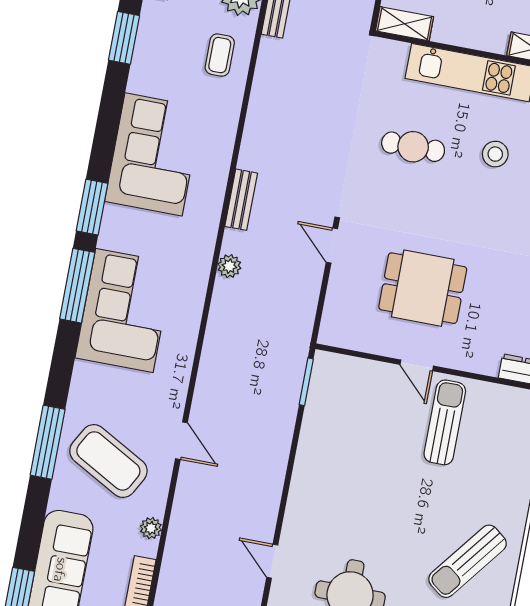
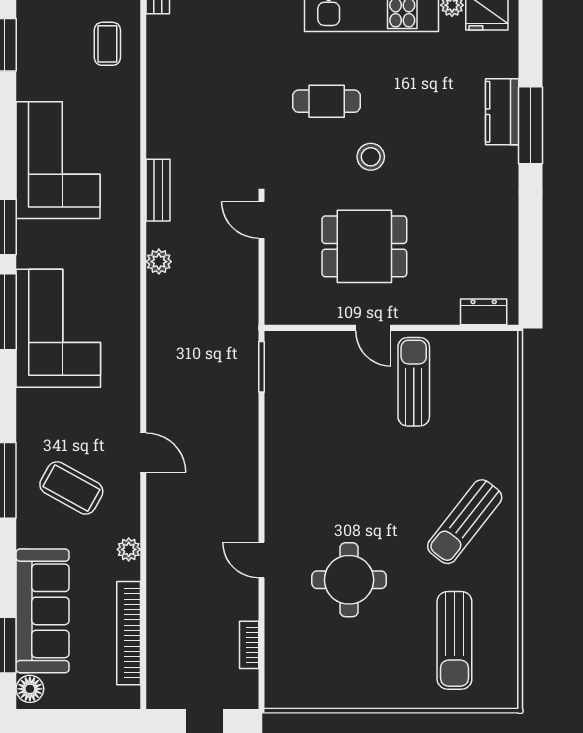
stool: (495, 154) -> (371, 157), moved
coffee table: (108, 461) -> (71, 488), width x0.73, depth x0.76

